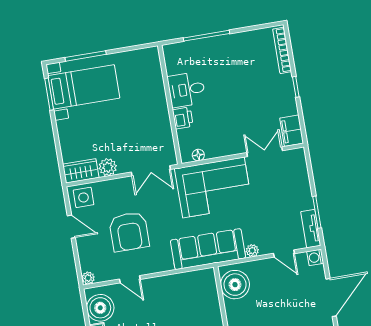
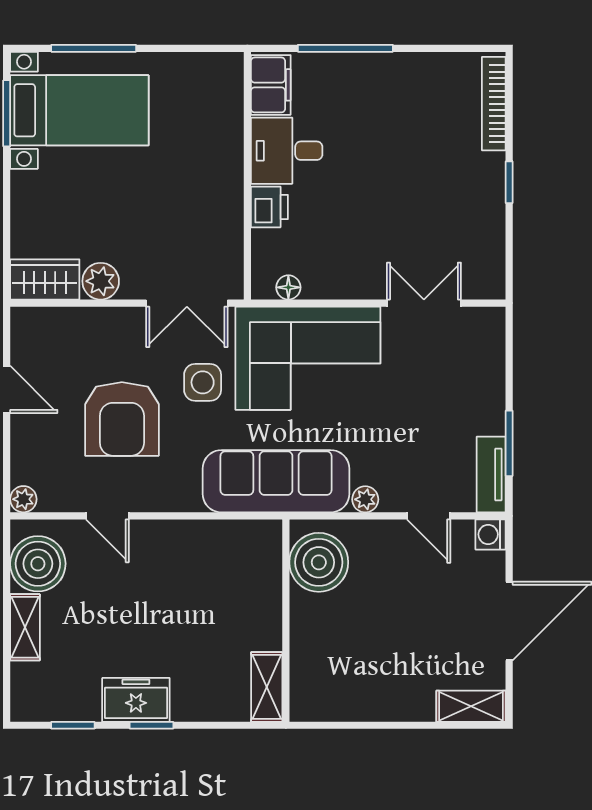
filing cabinet: (292, 131) -> (271, 85), moved, turned 180
side table: (84, 197) -> (203, 382), moved

